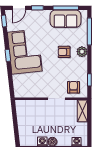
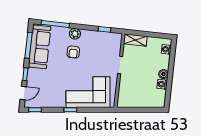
door: (19, 8) -> (23, 93), hinge flipped
sofa: (65, 19) -> (40, 47), width x1.36
corner sofa: (25, 52) -> (88, 92), moved
armchair: (73, 87) -> (110, 46), removed

